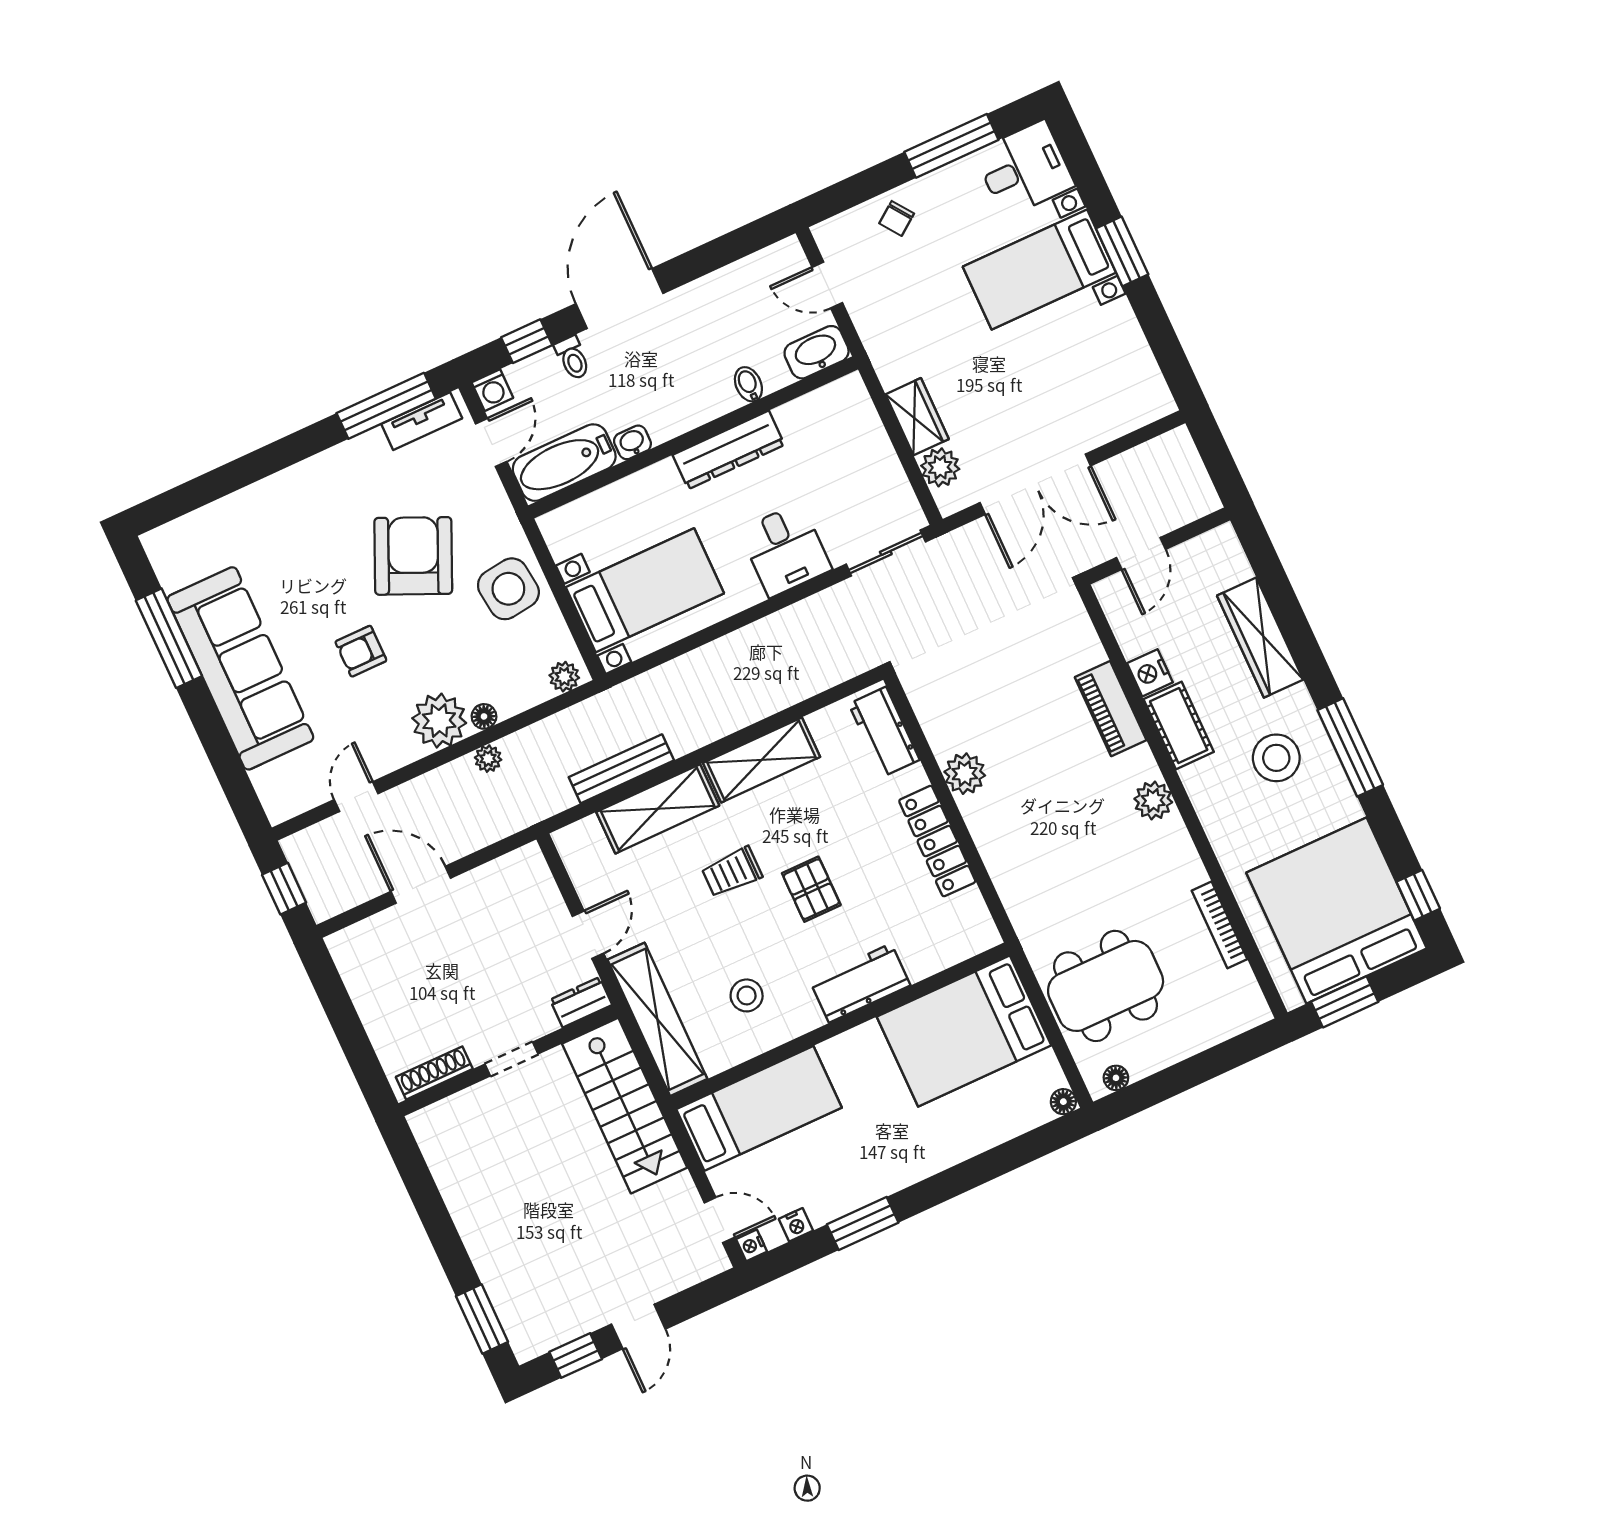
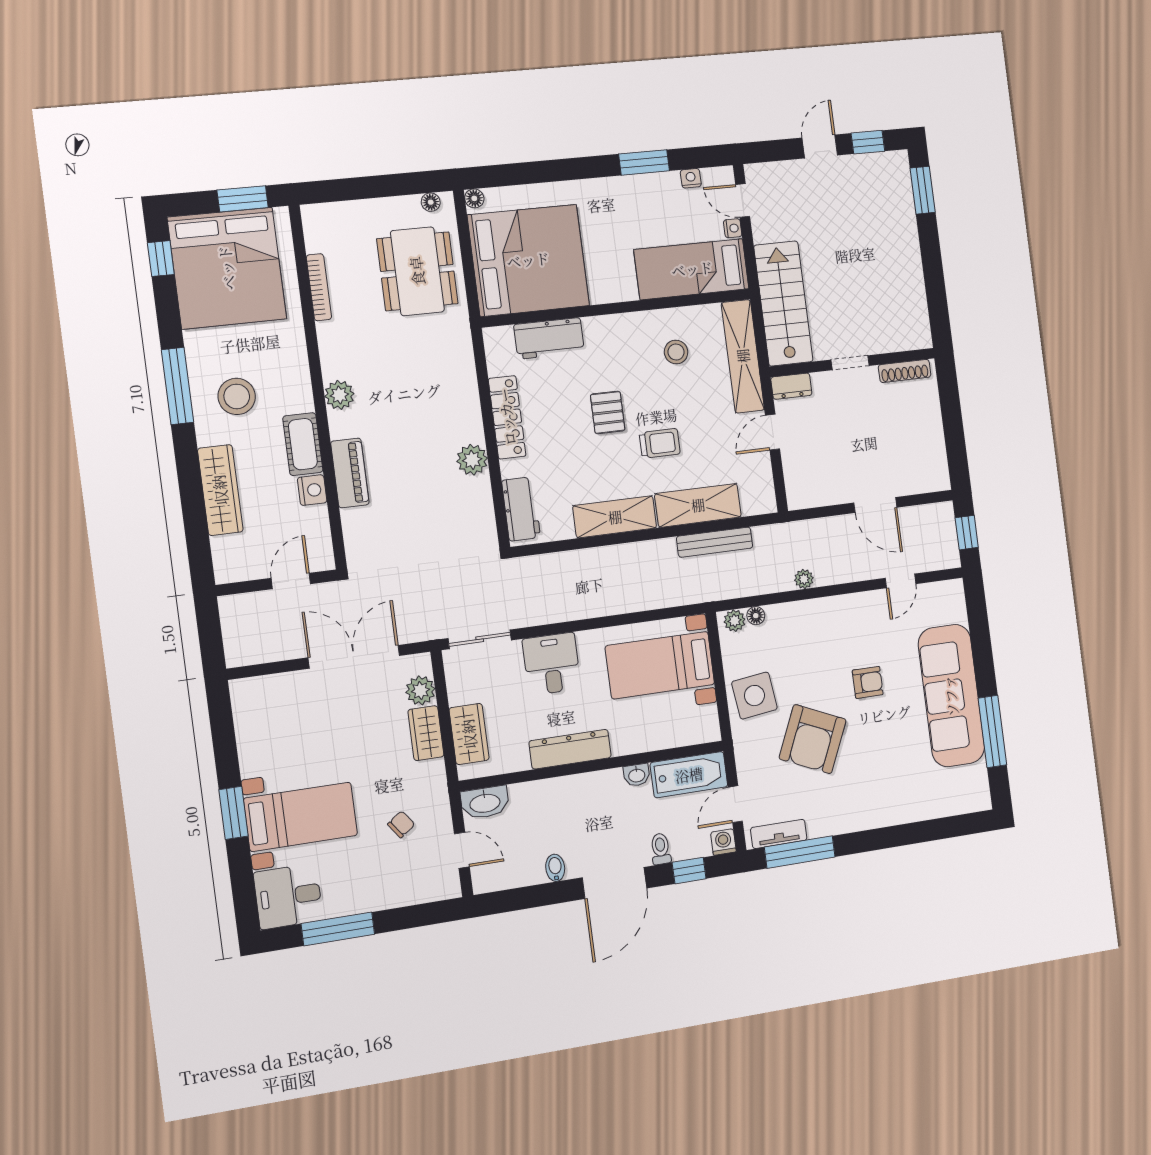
chair: (897, 218) -> (401, 824), moved
bidet: (748, 384) -> (555, 868), moved, turned 180
wardrobe: (863, 431) -> (469, 734), added
floor lamp: (484, 716) -> (756, 616), moved
plant: (439, 721) -> (829, 617), removed
workbench: (860, 983) -> (549, 338), moved
dining table: (1106, 986) -> (417, 271), turned 90
bed: (964, 1031) -> (528, 260), width x1.36
nightstand: (752, 1245) -> (733, 228), moved

